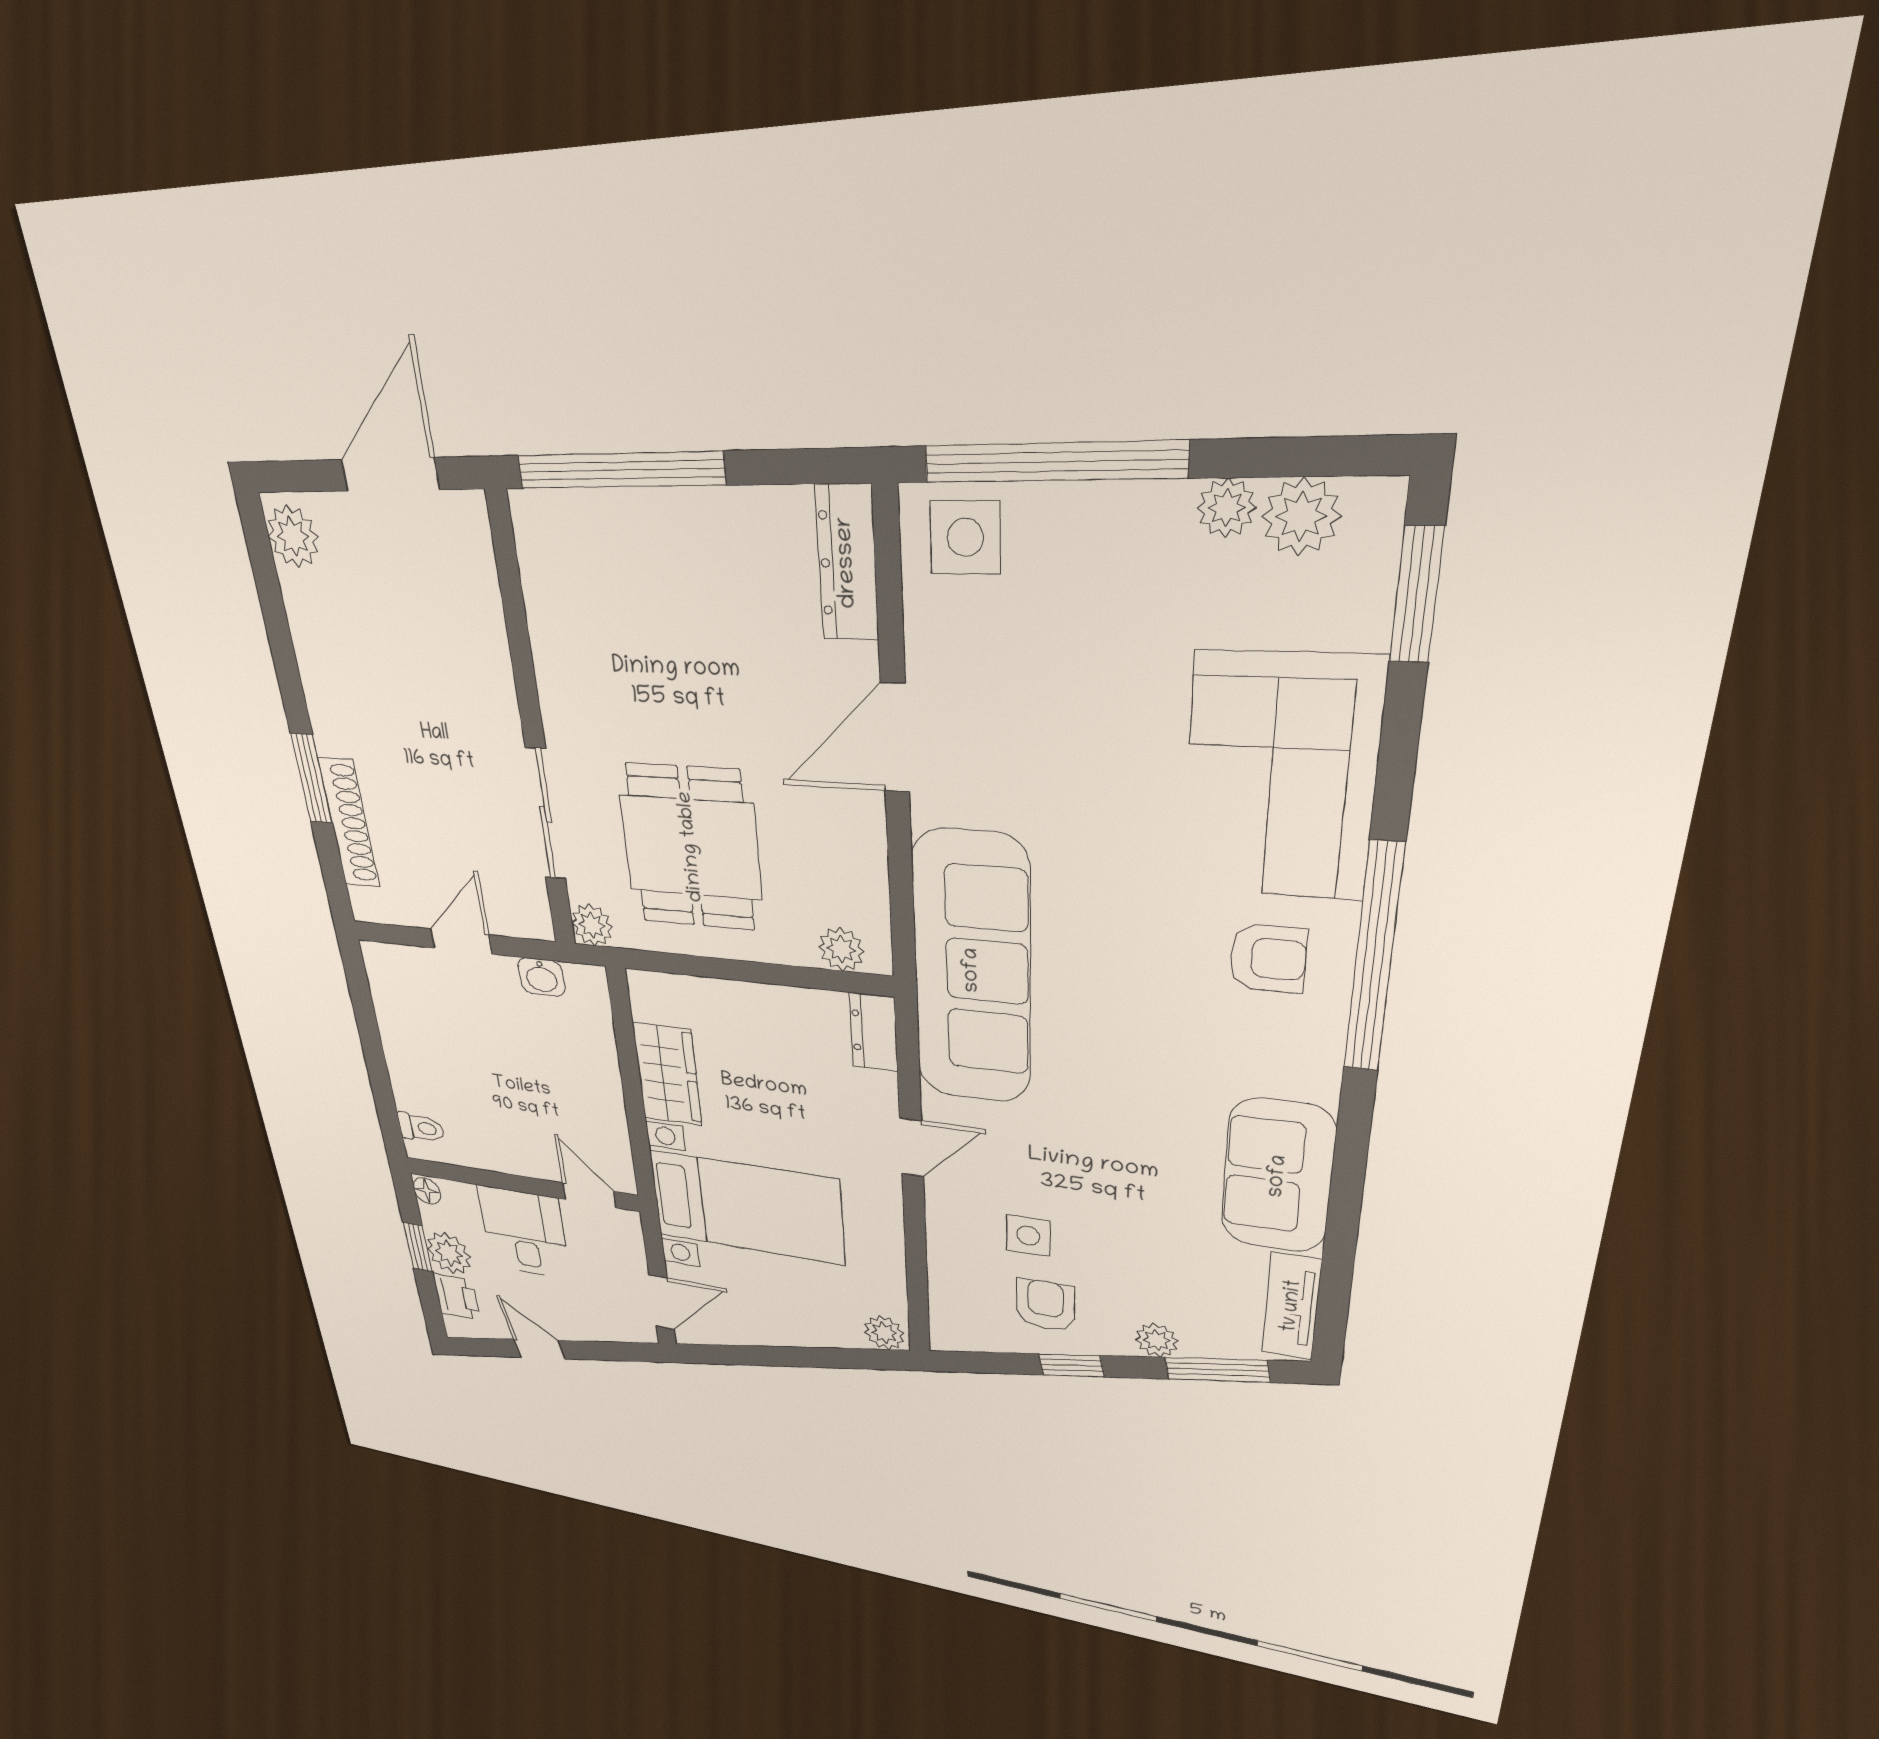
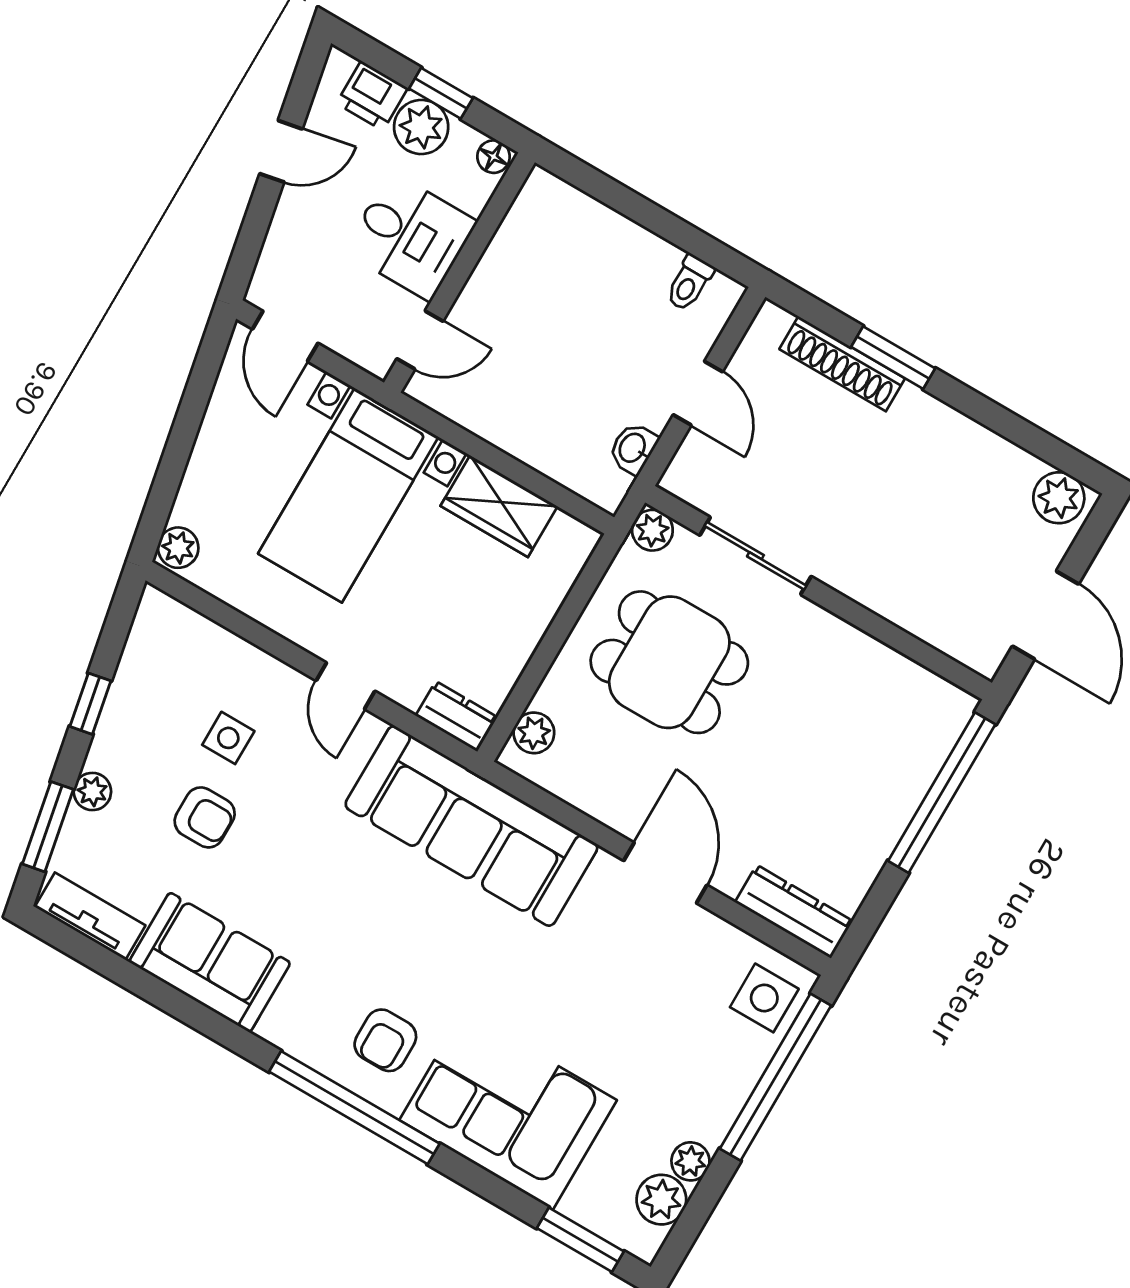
toilet: (421, 1128) -> (689, 283), moved
armchair: (1045, 1305) -> (205, 817), moved

